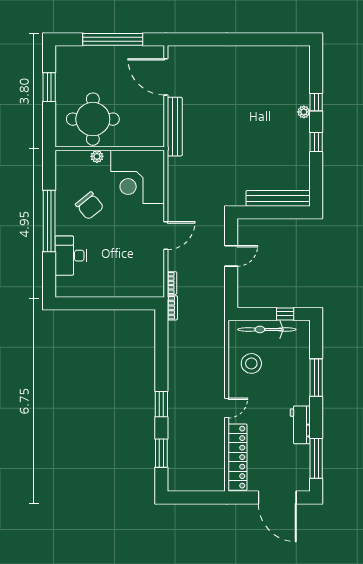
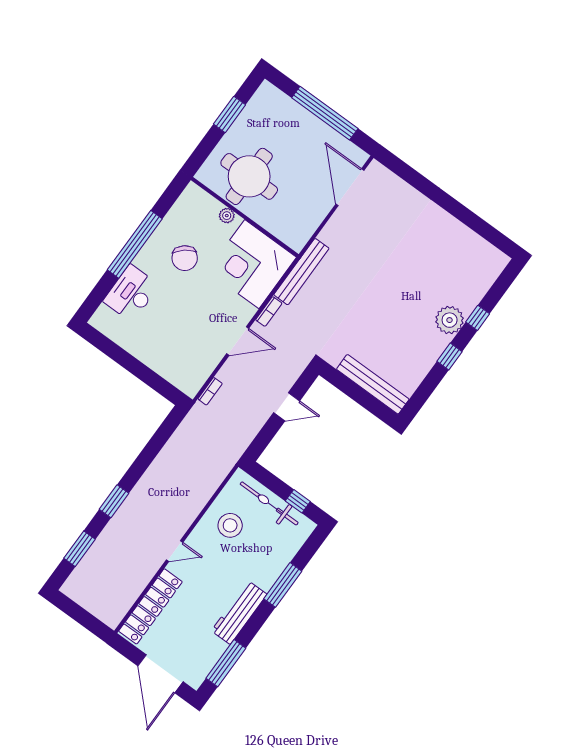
plant: (304, 112) -> (450, 320), width x1.88, depth x1.88
bench: (175, 127) -> (301, 272), moved
bookcase: (172, 308) -> (269, 311), moved
workbench: (300, 425) -> (239, 612), width x1.38

